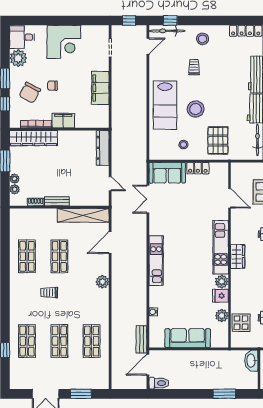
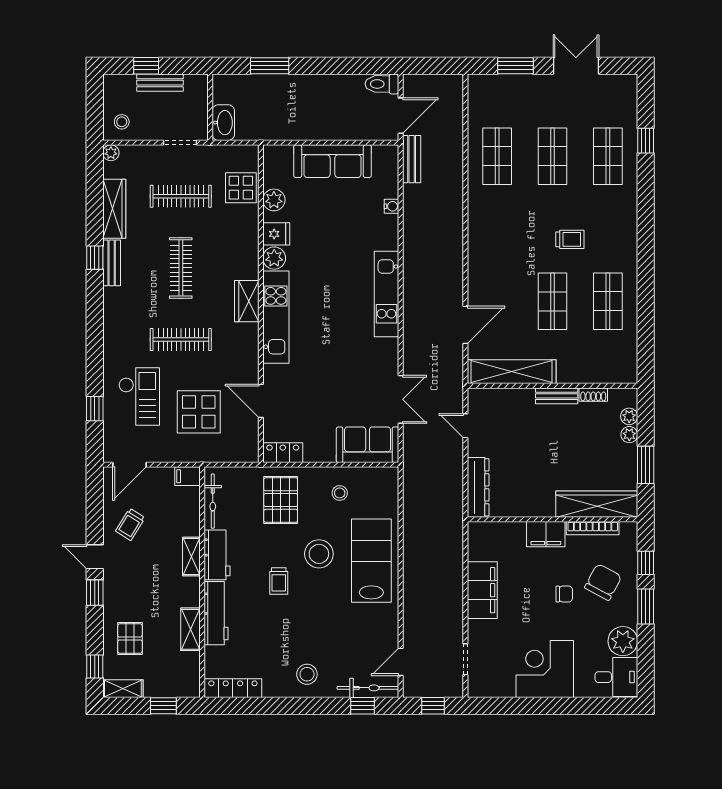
trolley: (194, 67) -> (279, 581), moved
locker: (198, 168) -> (283, 453), moved
plant: (102, 282) -> (479, 258), removed

